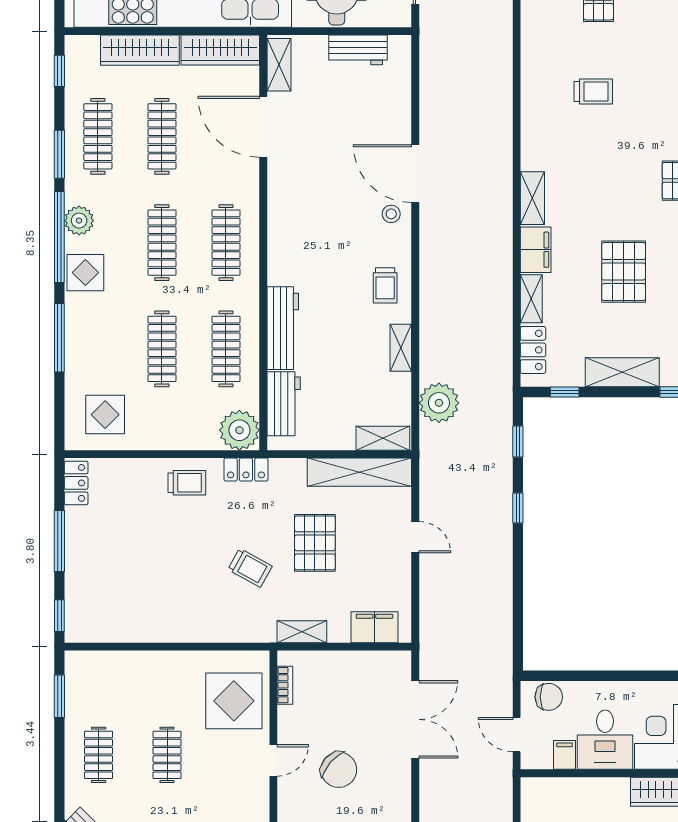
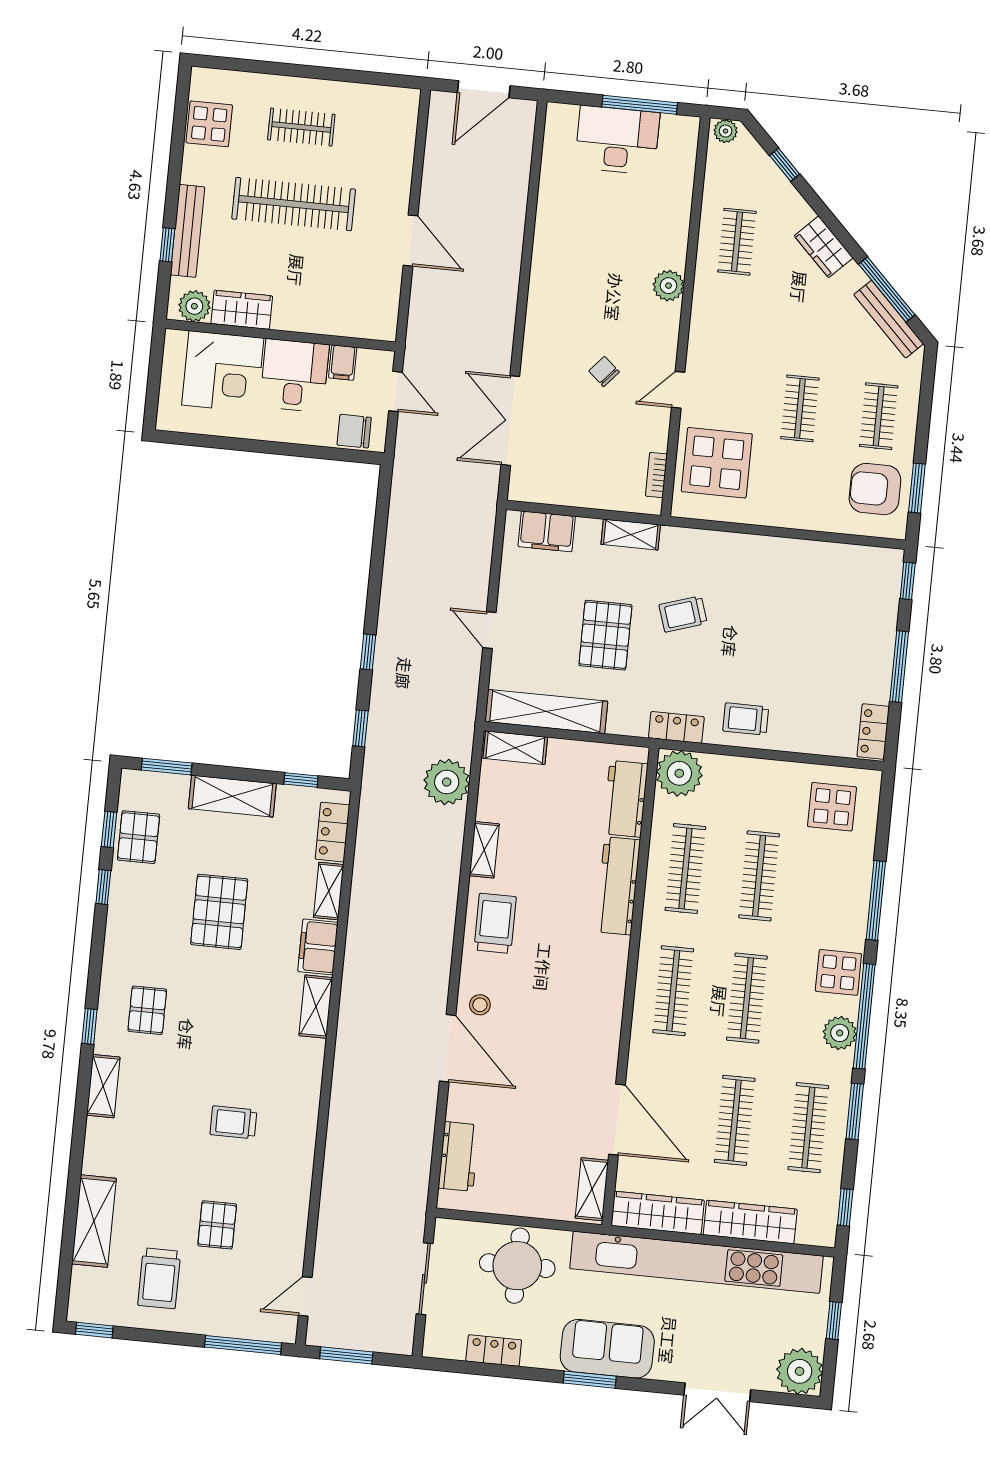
workbench: (358, 50) -> (459, 1156), moved, turned 90
trolley: (385, 285) -> (495, 923), width x1.36, depth x1.39
trolley: (250, 568) -> (683, 614), turned -47
armchair: (95, 692) -> (875, 489), added
chair: (339, 770) -> (604, 371), width x0.54, depth x0.54

